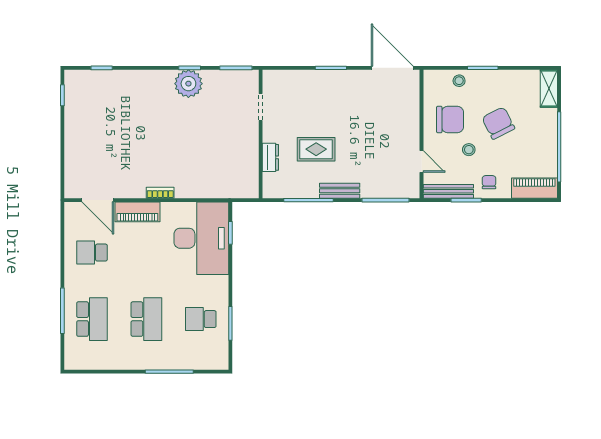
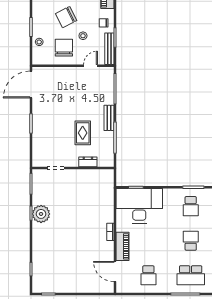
door: (98, 200) -> (115, 272), swing flipped
school desk: (92, 319) -> (191, 275), turned 180
school desk: (146, 319) -> (191, 241), width x0.54

